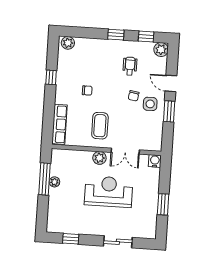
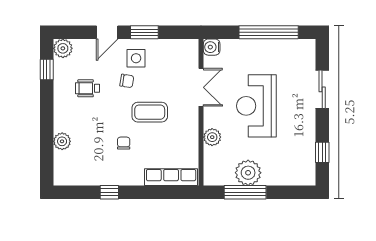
window: (116, 35) -> (47, 110), removed
plant: (68, 43) -> (62, 141), moved
coffee table: (100, 126) -> (150, 112), moved
plant: (99, 158) -> (212, 137), moved
plant: (54, 182) -> (248, 173), width x1.88, depth x1.88
window: (163, 204) -> (269, 32), width x2.11

